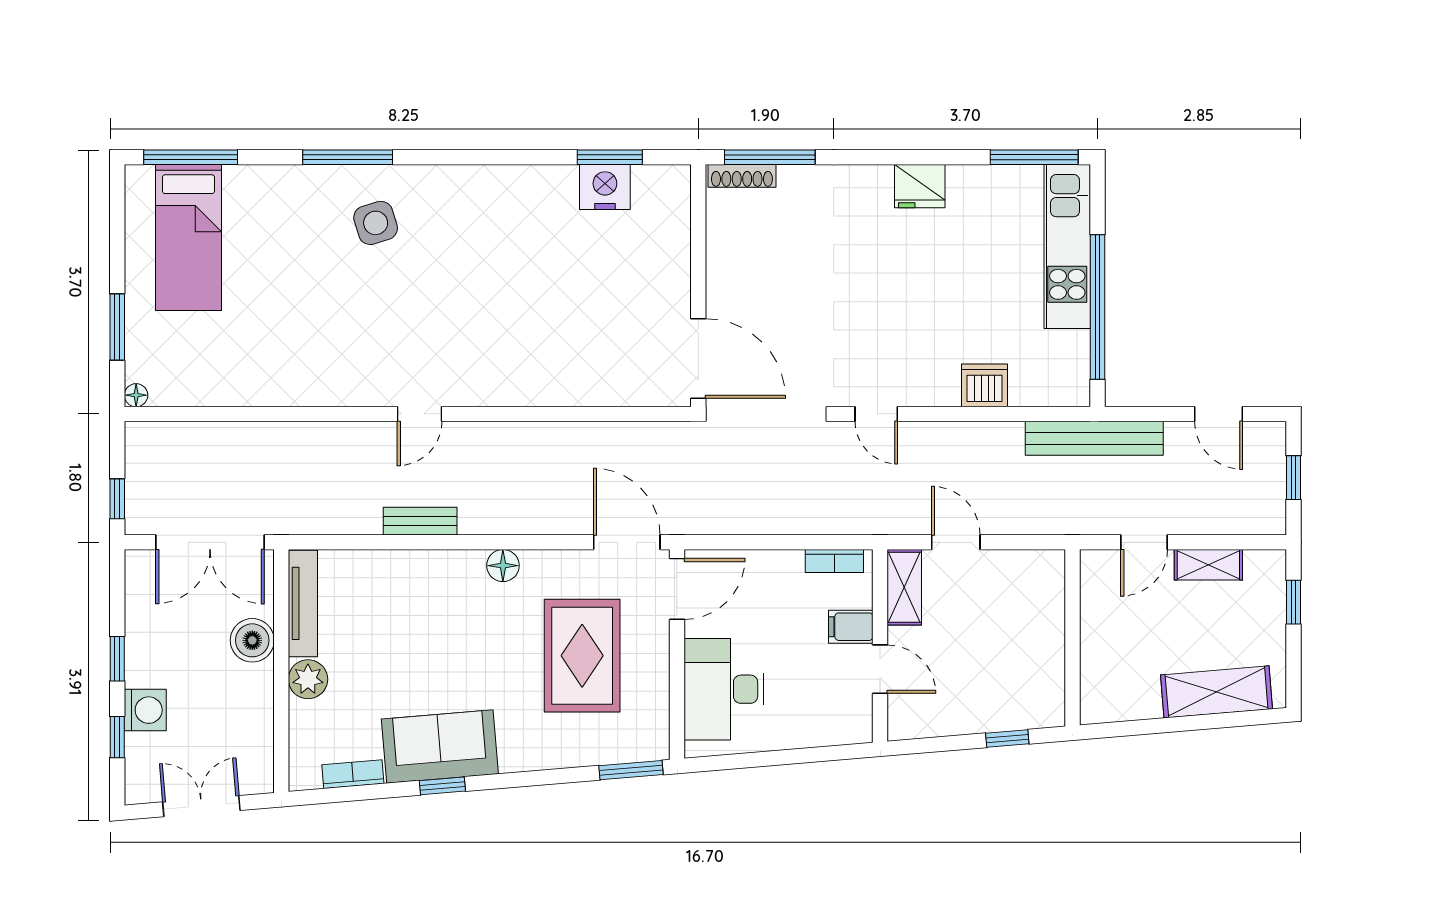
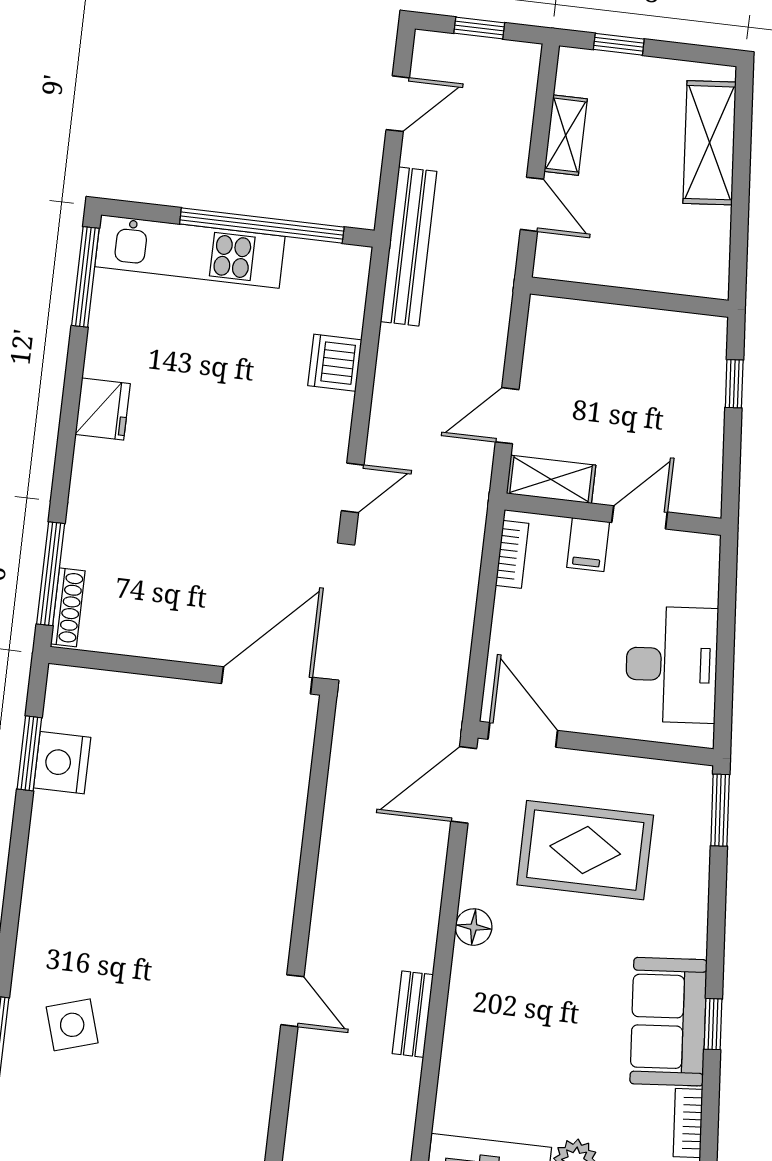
desk: (724, 689) -> (672, 665), moved, turned -95

